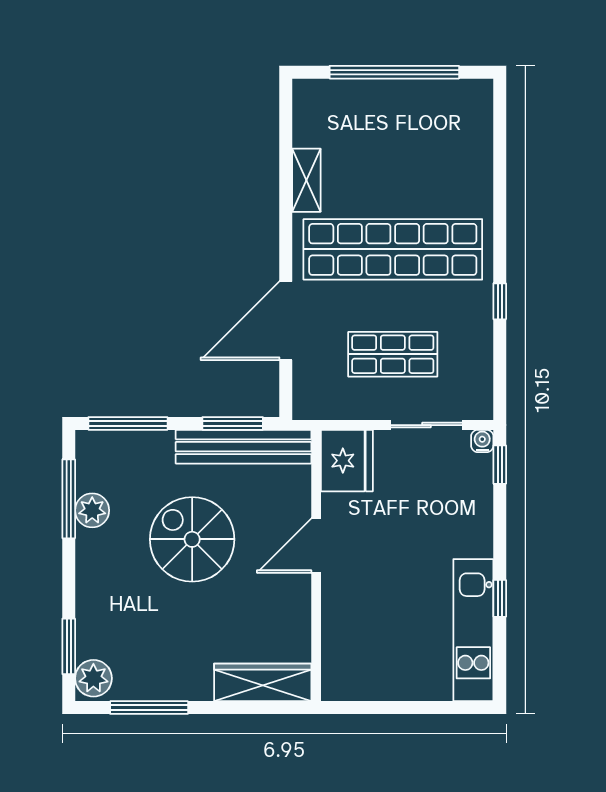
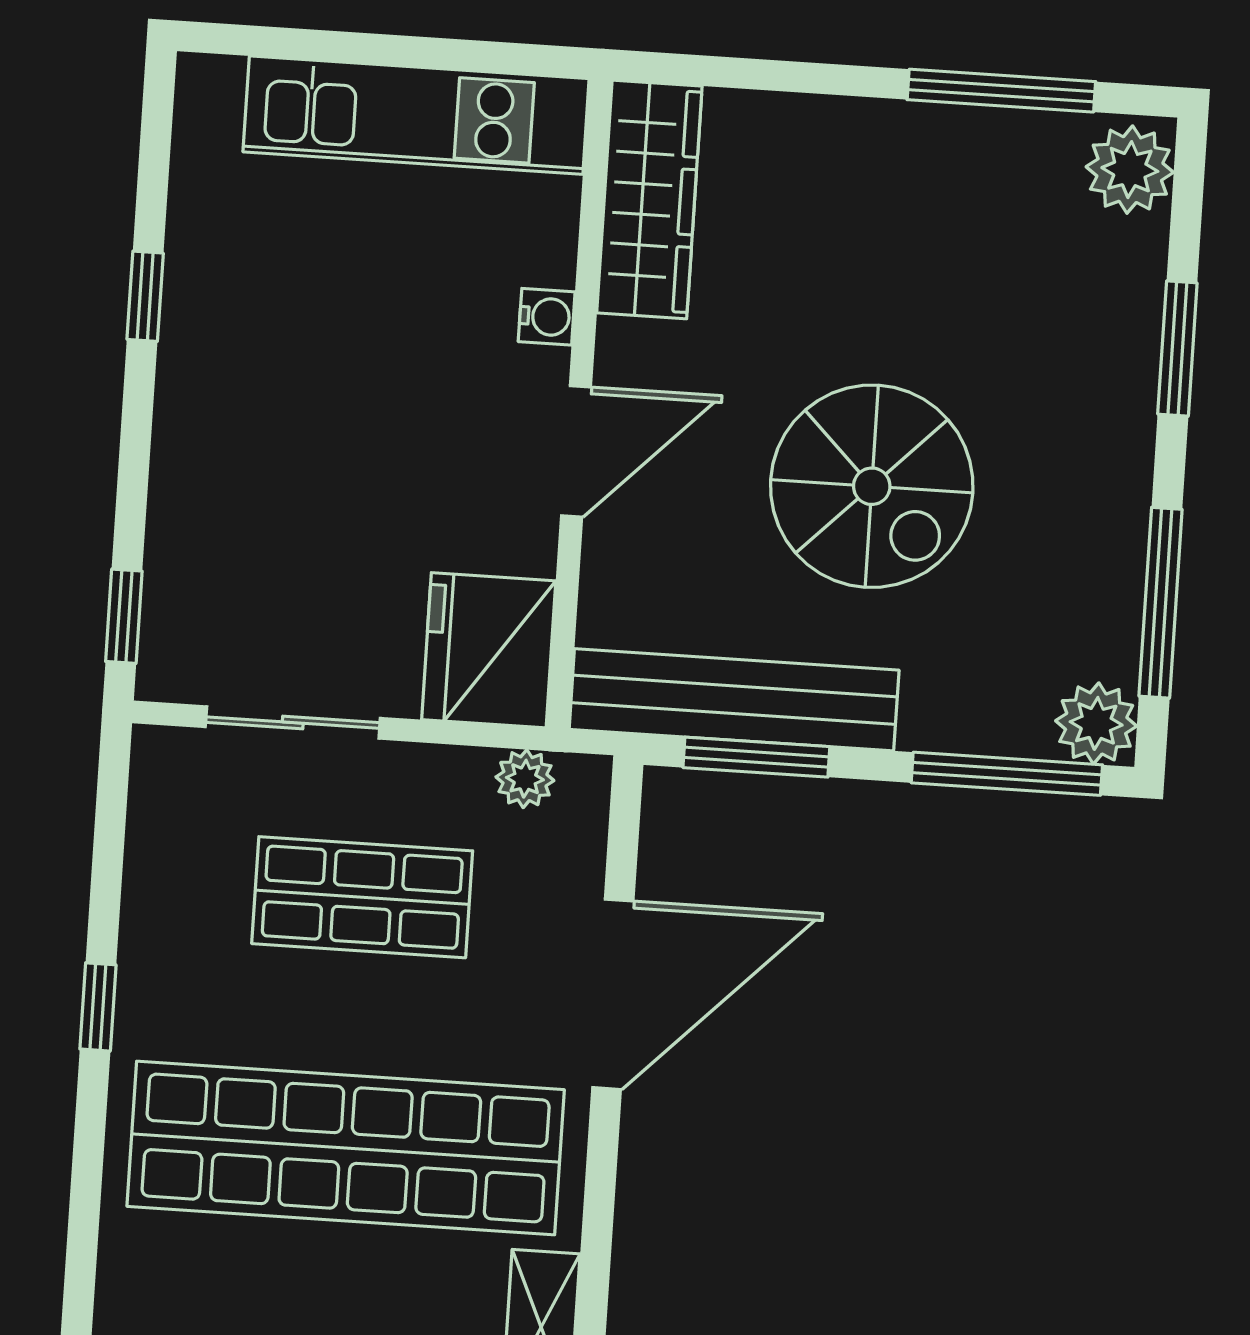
plant: (328, 408) -> (525, 779), added
water cooler: (482, 441) -> (547, 317), moved, turned -90
plant: (92, 510) -> (1096, 723), moved
kitchen unit: (473, 630) -> (416, 115), moved, turned 90
window: (69, 646) -> (1177, 349), moved
wardrobe: (263, 682) -> (649, 199), moved, turned -90

